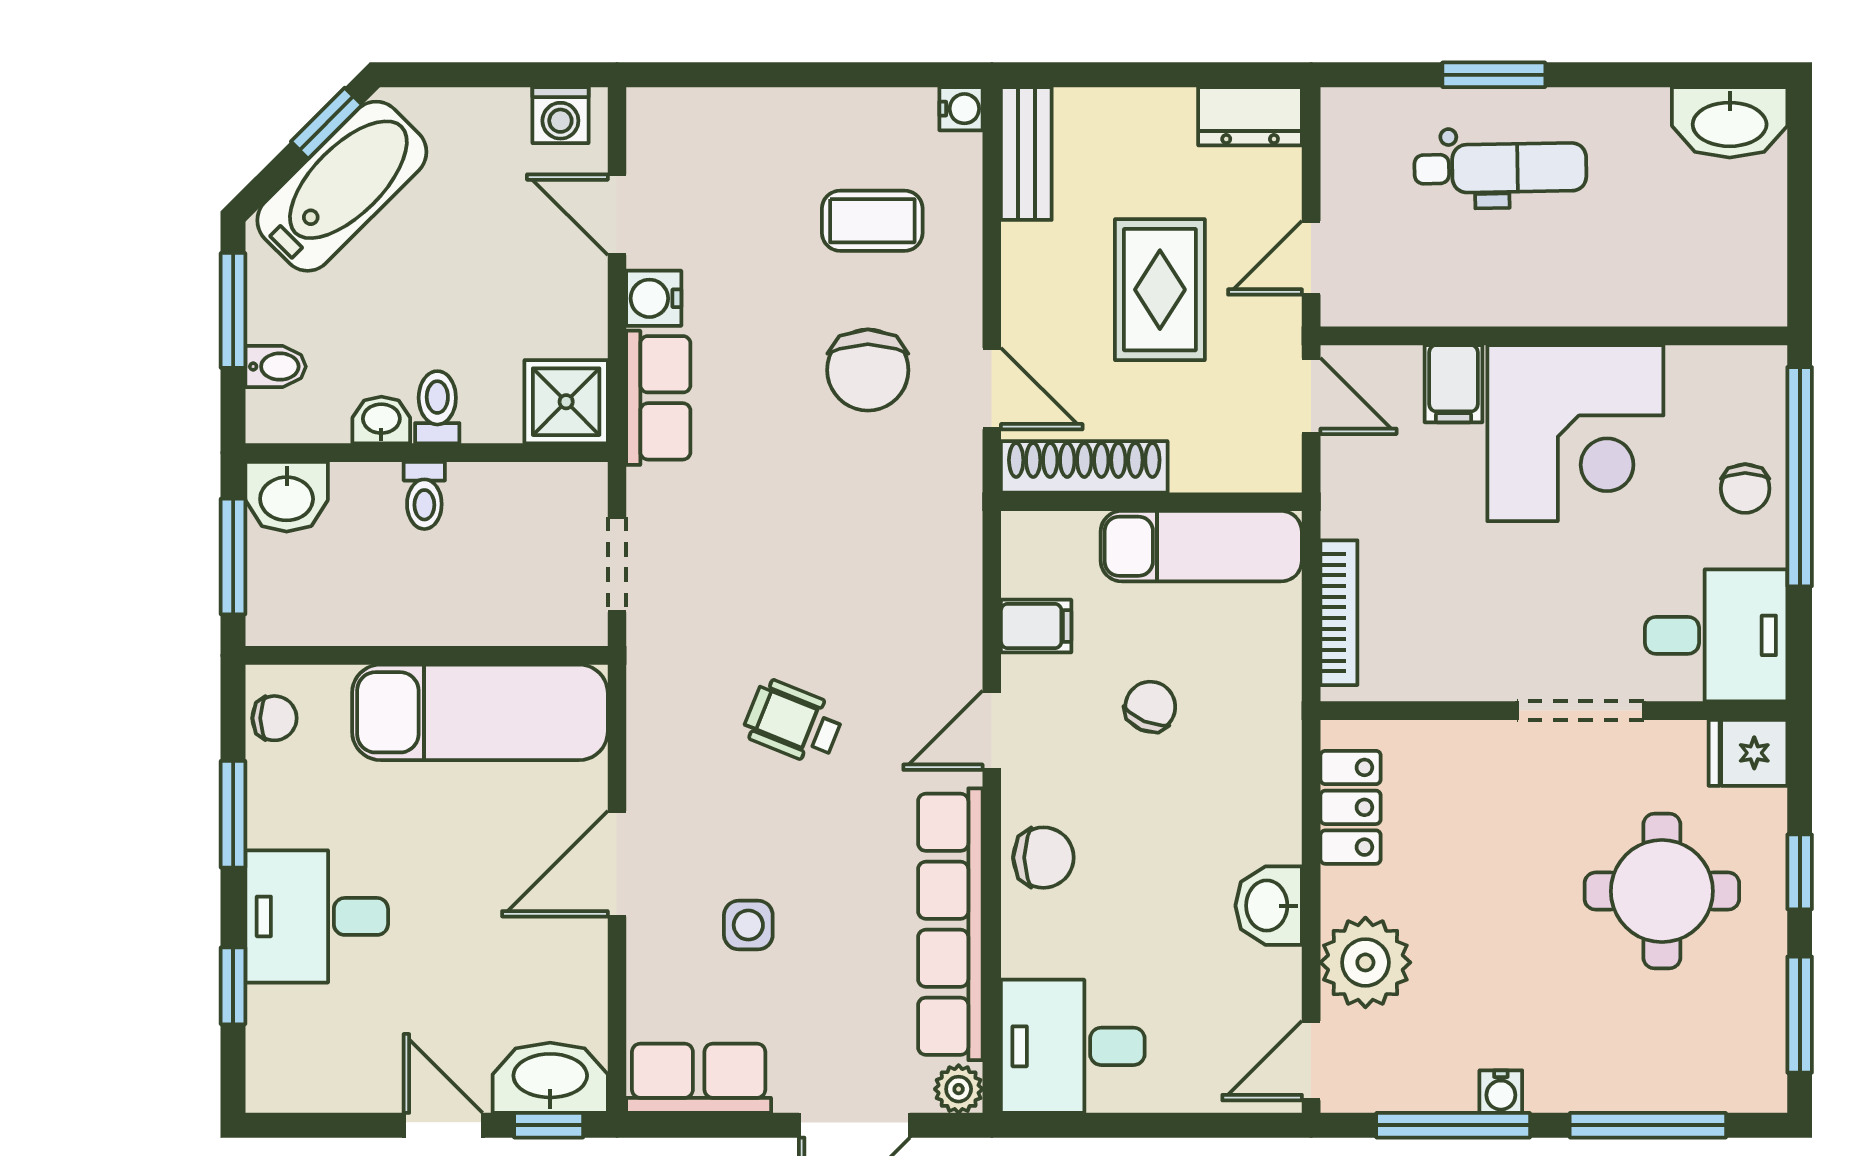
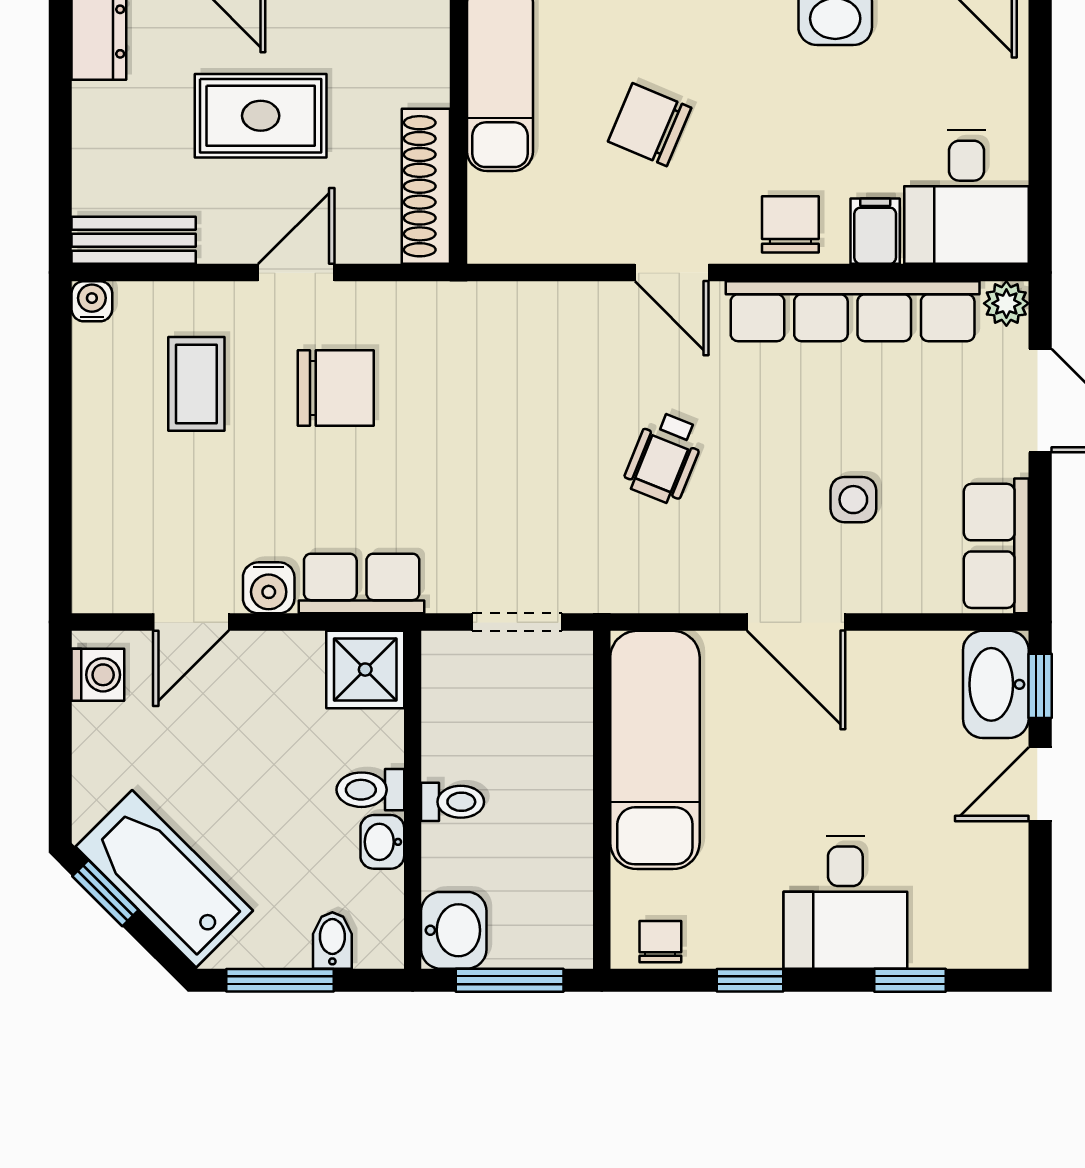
door: (992, 389) -> (296, 273), moved
filing cabinet: (1036, 626) -> (875, 231), moved
chair: (1150, 707) -> (650, 125), width x1.37, depth x1.37
window: (233, 814) -> (750, 980), width x0.67

